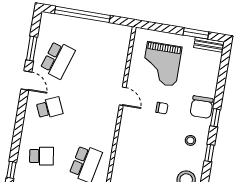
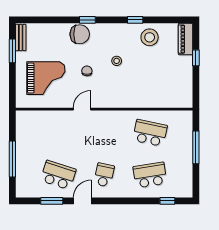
window: (82, 14) -> (12, 159), width x0.68
school desk: (50, 108) -> (104, 175), turned 36
stool: (190, 140) -> (117, 61), moved
window: (209, 153) -> (135, 20), moved
school desk: (42, 156) -> (150, 175), width x1.85

